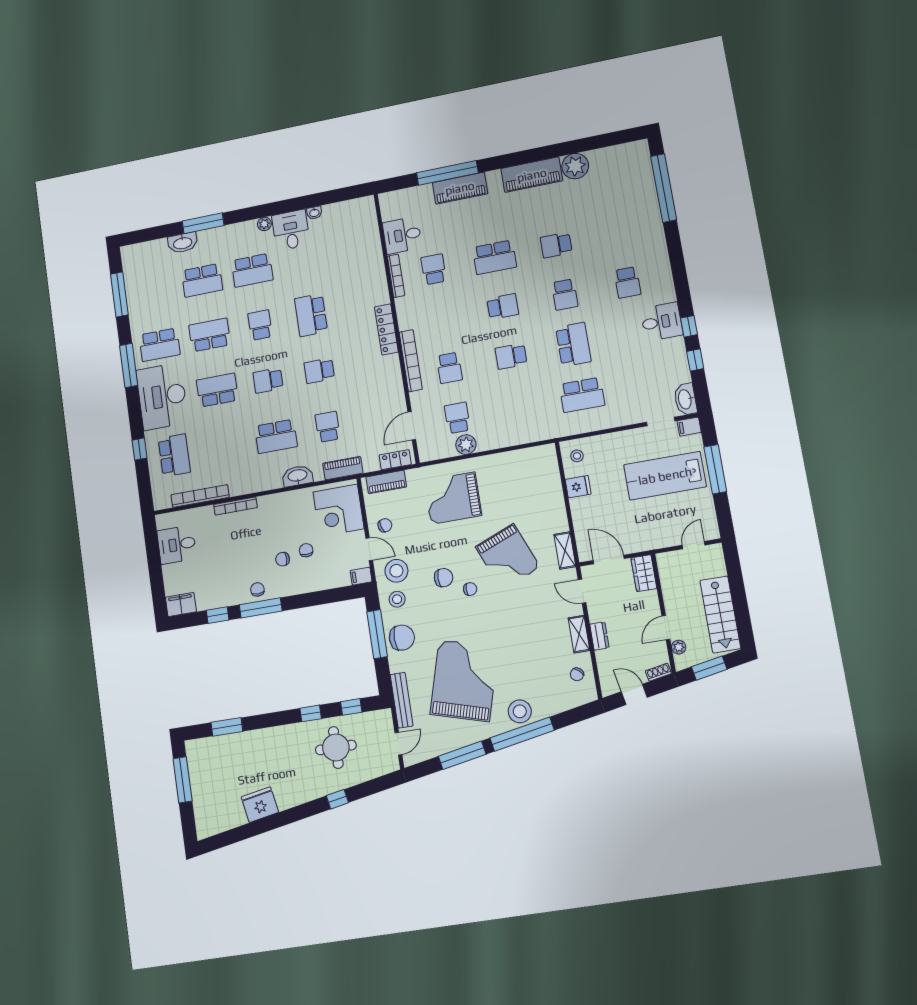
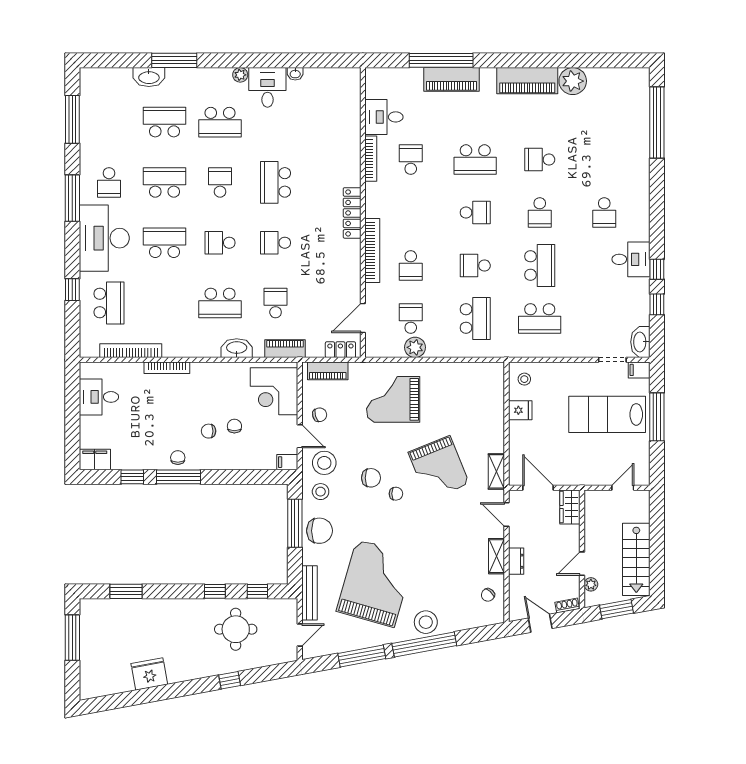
school desk: (202, 280) -> (165, 122), turned 180
school desk: (160, 345) -> (109, 182), width x0.54
school desk: (519, 406) -> (475, 318), added

